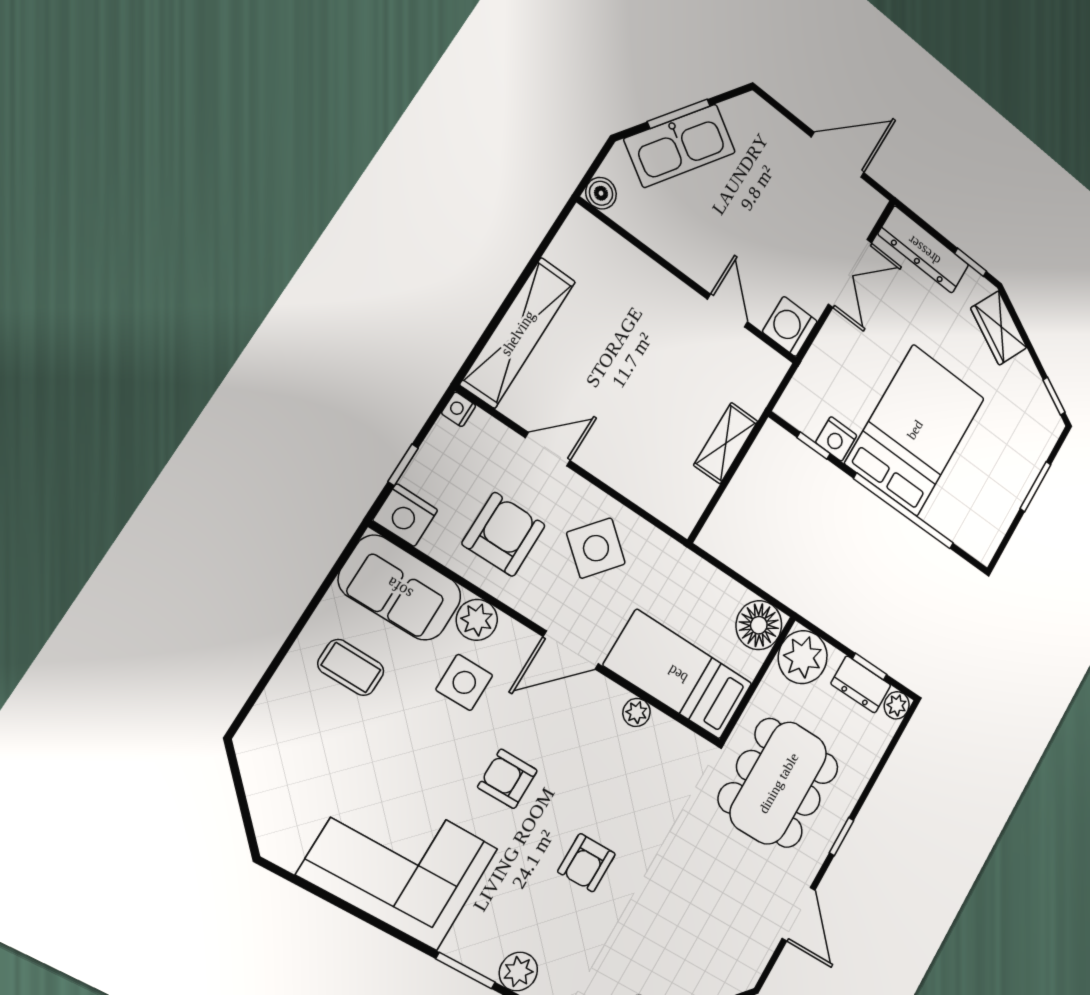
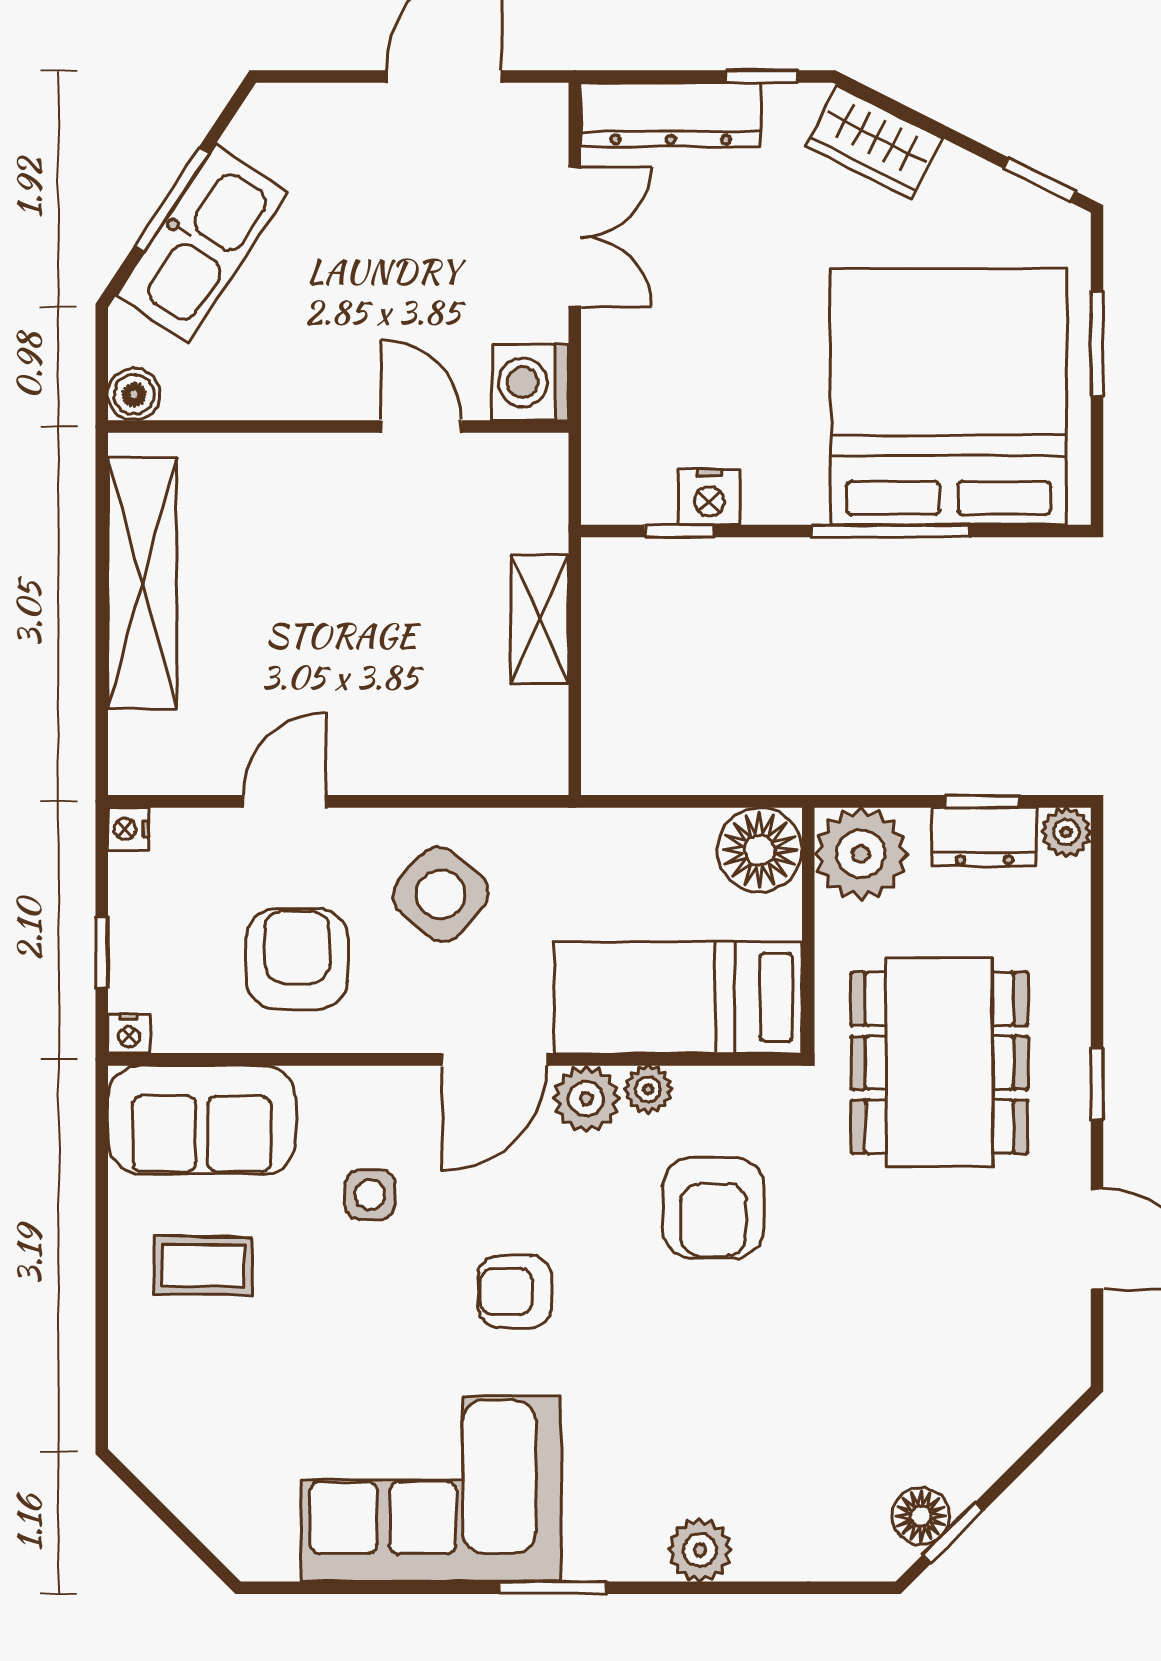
shelving: (518, 333) -> (142, 583), moved
bed: (915, 430) -> (949, 397), moved, width x1.36
window: (904, 511) -> (891, 531), width x0.68
nightstand: (405, 515) -> (129, 1034), width x0.53, depth x0.56
plant: (477, 620) -> (586, 1099), moved
side table: (464, 682) -> (370, 1195), width x0.73, depth x0.73
armchair: (587, 863) -> (713, 1208), moved, width x1.38, depth x1.38
window: (466, 971) -> (553, 1588), moved

